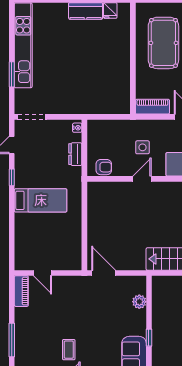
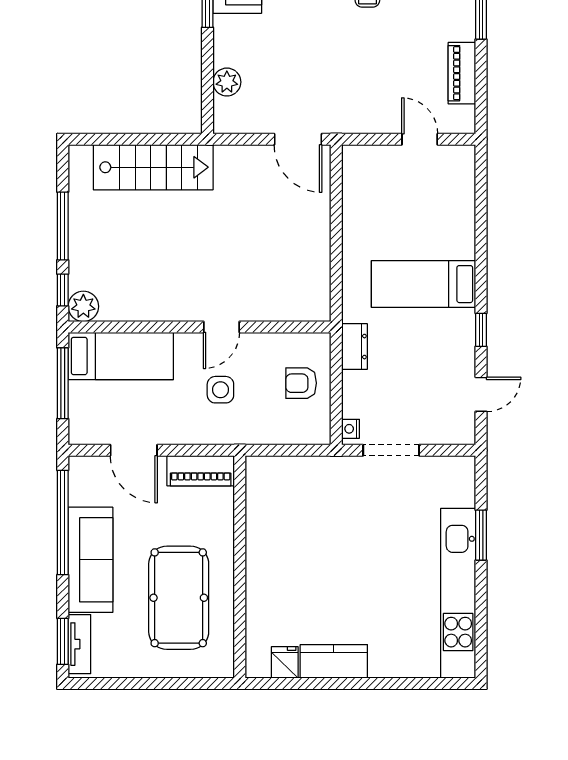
doorway: (32, 117) -> (391, 450), moved
dresser: (75, 154) -> (354, 347), moved
armchair: (104, 167) -> (301, 383), moved
piano: (21, 291) -> (462, 73), moved

